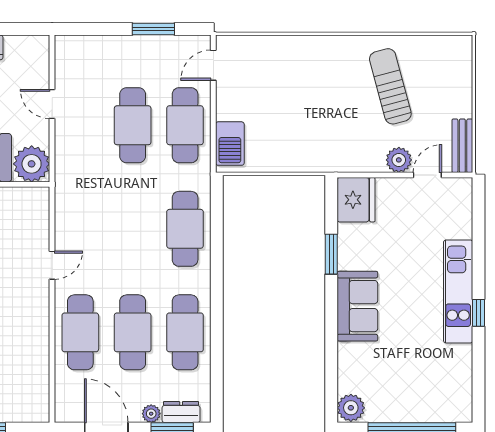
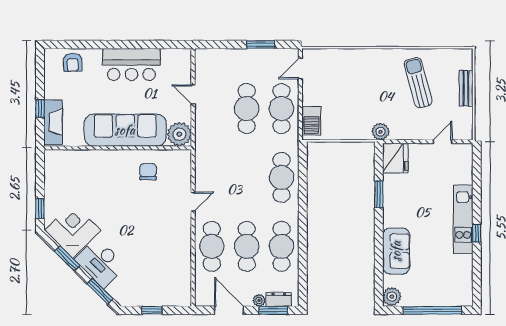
bench: (462, 146) -> (466, 88), moved
plant: (399, 160) -> (380, 132), moved
sofa: (357, 306) -> (396, 251), moved

